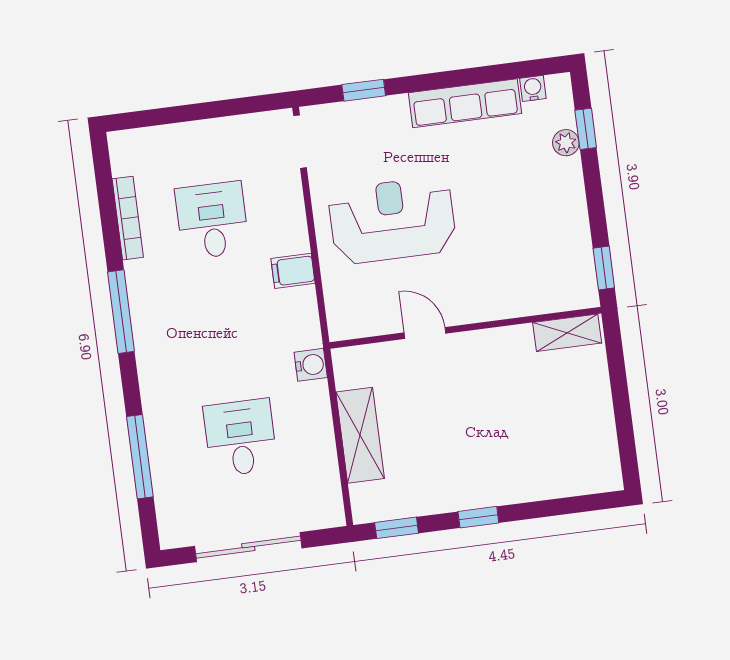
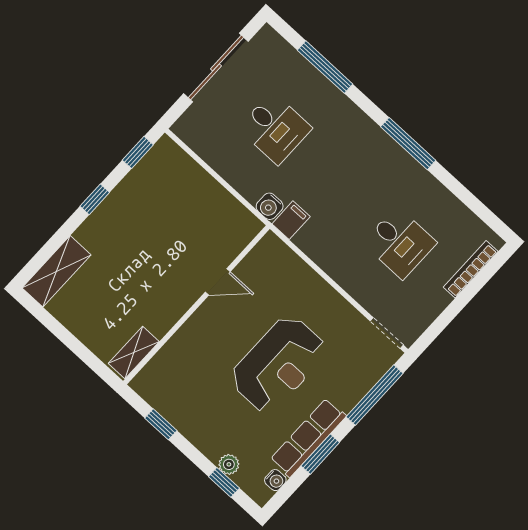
window: (467, 77) -> (320, 454), added
window: (364, 90) -> (375, 395), width x2.17
bookcase: (128, 218) -> (471, 269), moved, turned 90
reception desk: (392, 220) -> (278, 364), moved
window: (604, 268) -> (161, 424), moved
filing cabinet: (293, 271) -> (291, 220), moved
shelving: (360, 435) -> (57, 271), moved, turned 90

